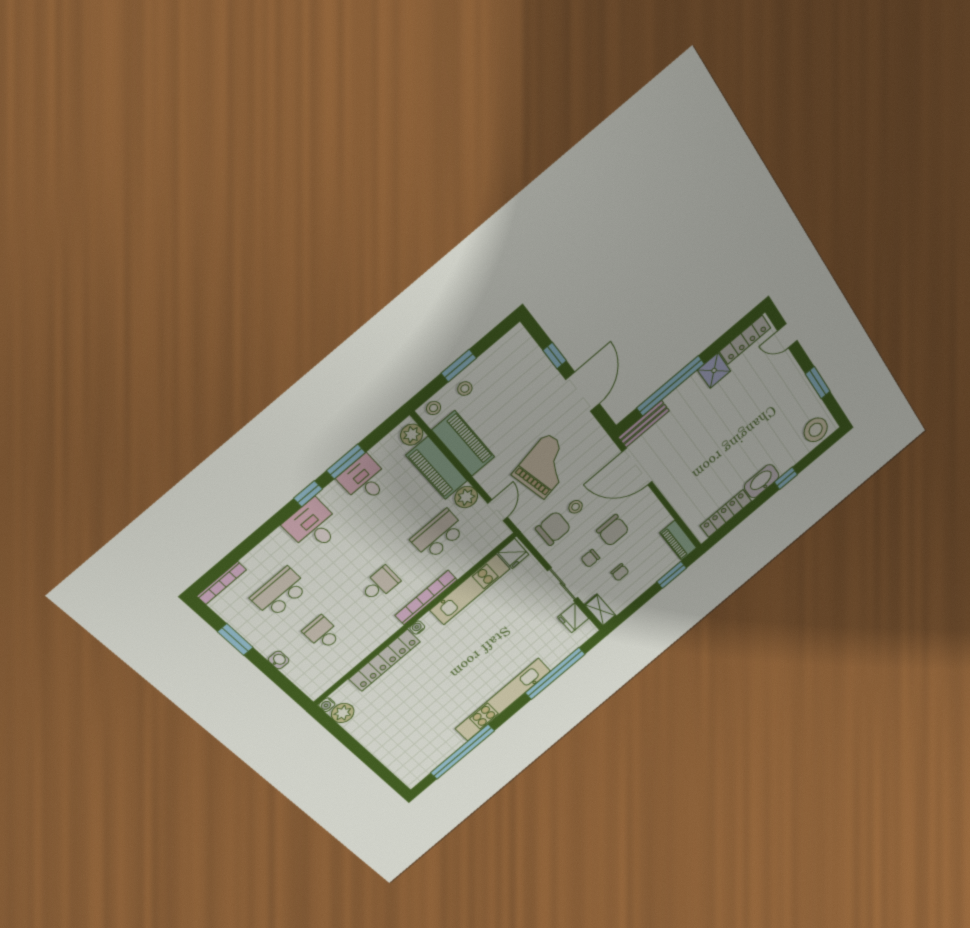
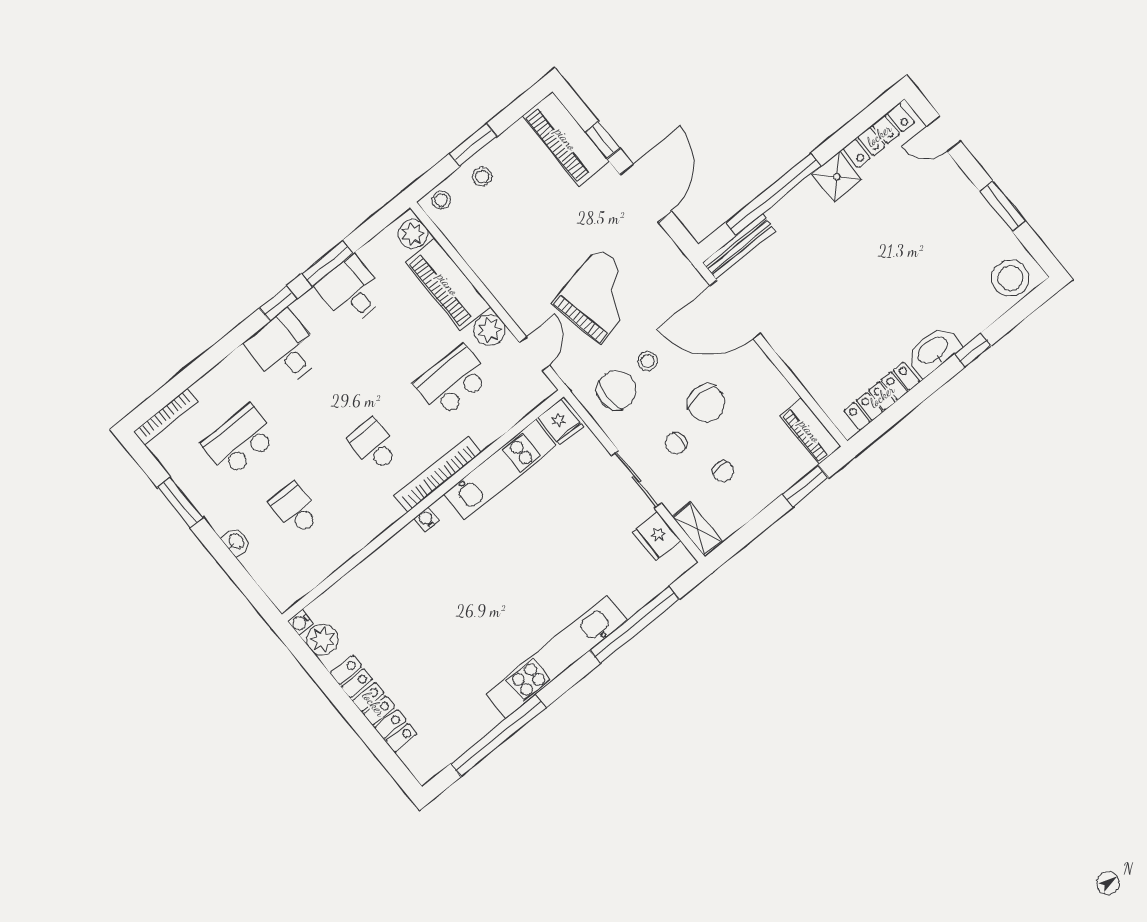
piano: (463, 444) -> (566, 139), moved, turned 180
school desk: (380, 584) -> (374, 445), turned -90
locker: (384, 660) -> (374, 704), moved, turned -90

